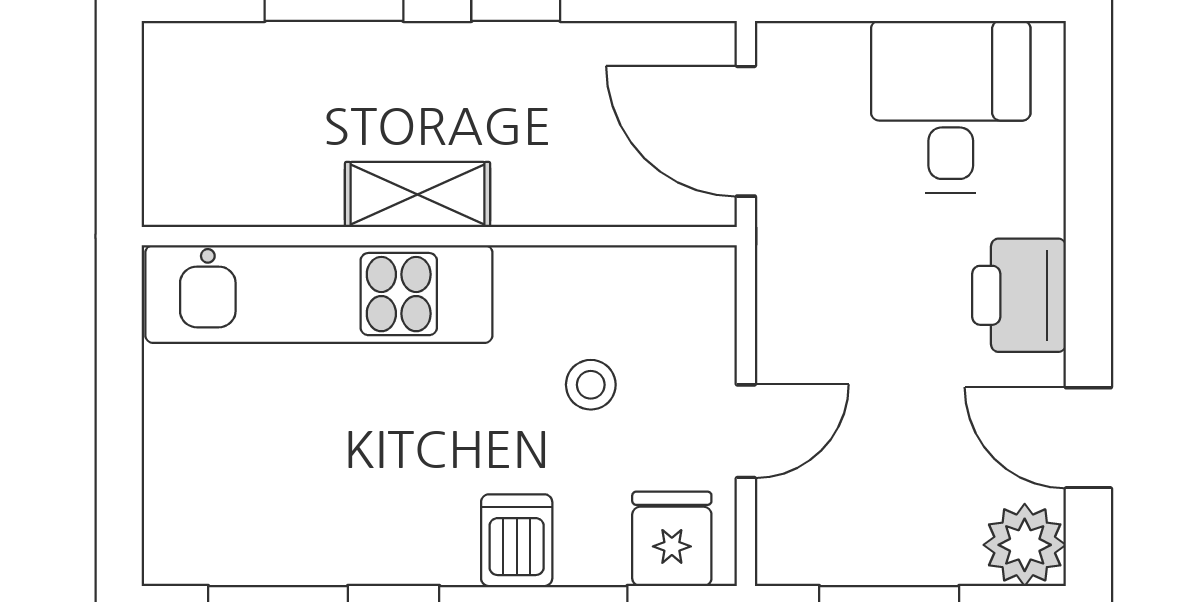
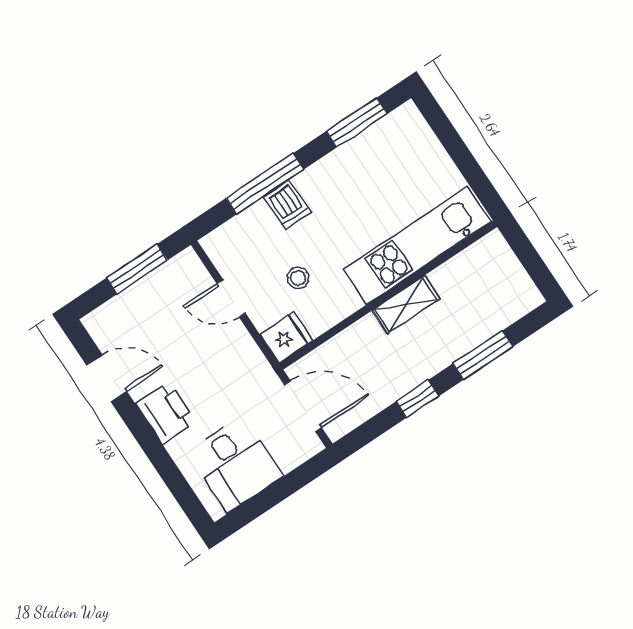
door: (746, 431) -> (231, 298), hinge flipped
fridge: (672, 539) -> (286, 338), moved, turned -90
plant: (1025, 545) -> (104, 324), removed

